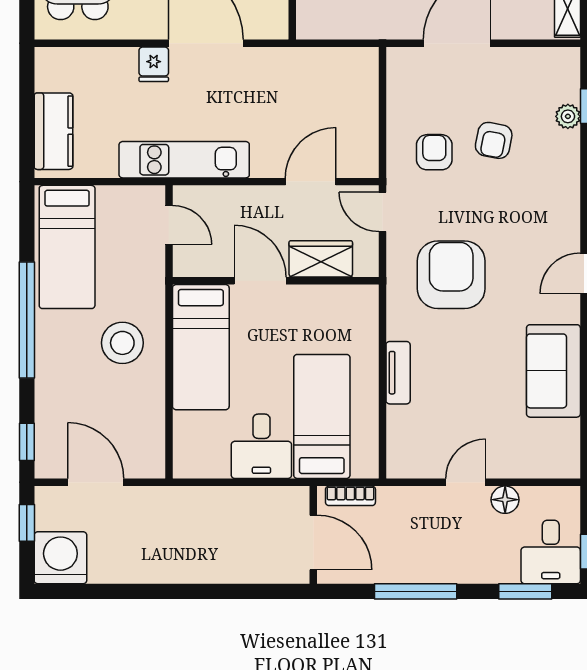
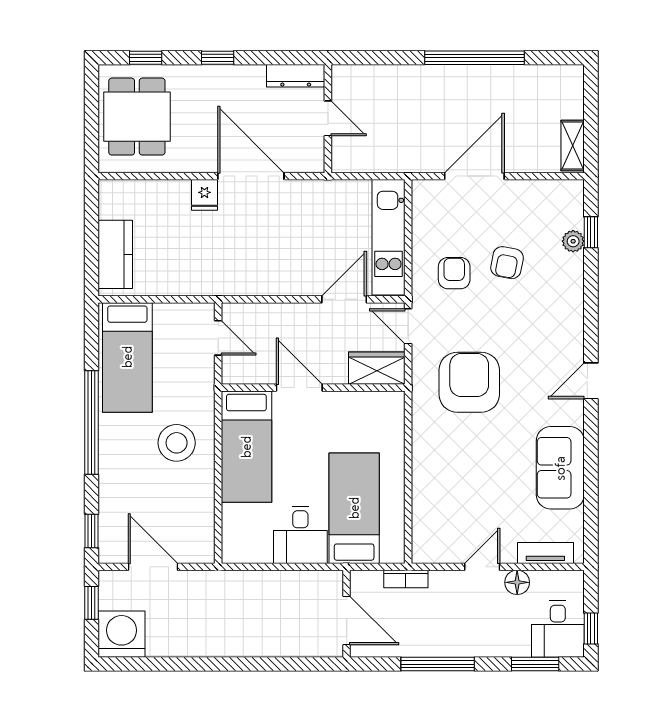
kitchen unit: (184, 160) -> (389, 237), moved, turned -90
wardrobe: (321, 259) -> (377, 368), moved
tv unit: (398, 373) -> (545, 553), moved, turned -90
bookcase: (350, 496) -> (406, 579), moved

